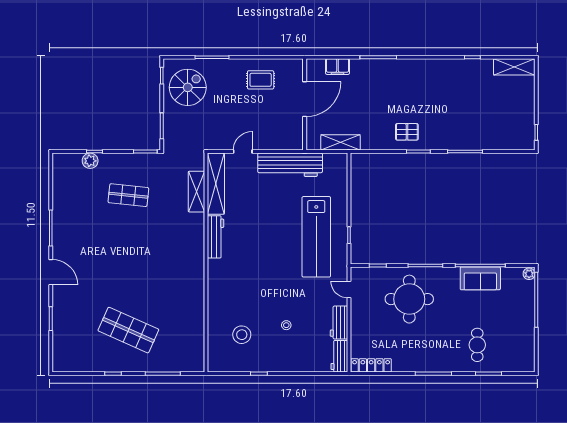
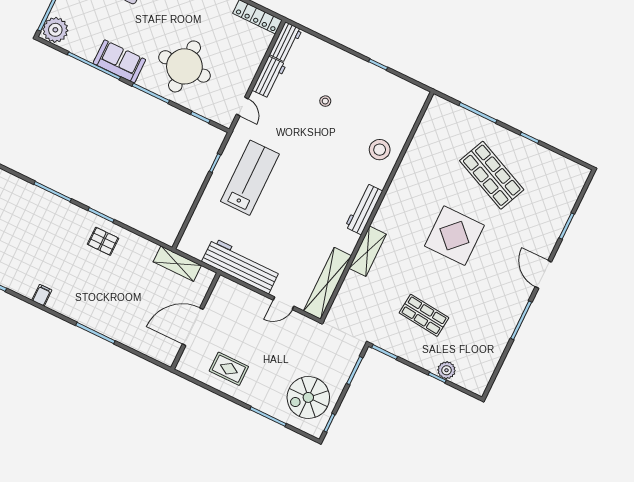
filing cabinet: (338, 67) -> (42, 295), moved, width x0.50
shelving: (197, 192) -> (368, 251), moved
workbench: (215, 237) -> (364, 209), moved
lab bench: (316, 237) -> (250, 178), width x0.73
display table: (135, 269) -> (454, 236), added
plant: (529, 274) -> (55, 30), width x1.88, depth x1.88
sofa: (480, 278) -> (119, 61), moved
stool: (242, 335) -> (380, 150), moved

